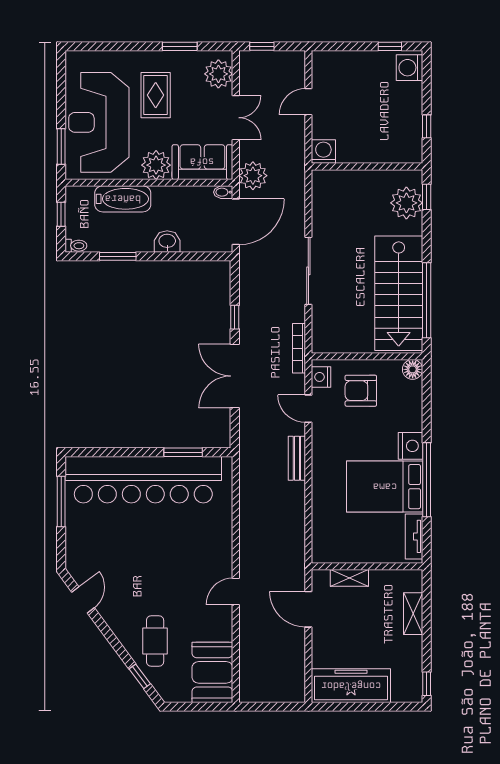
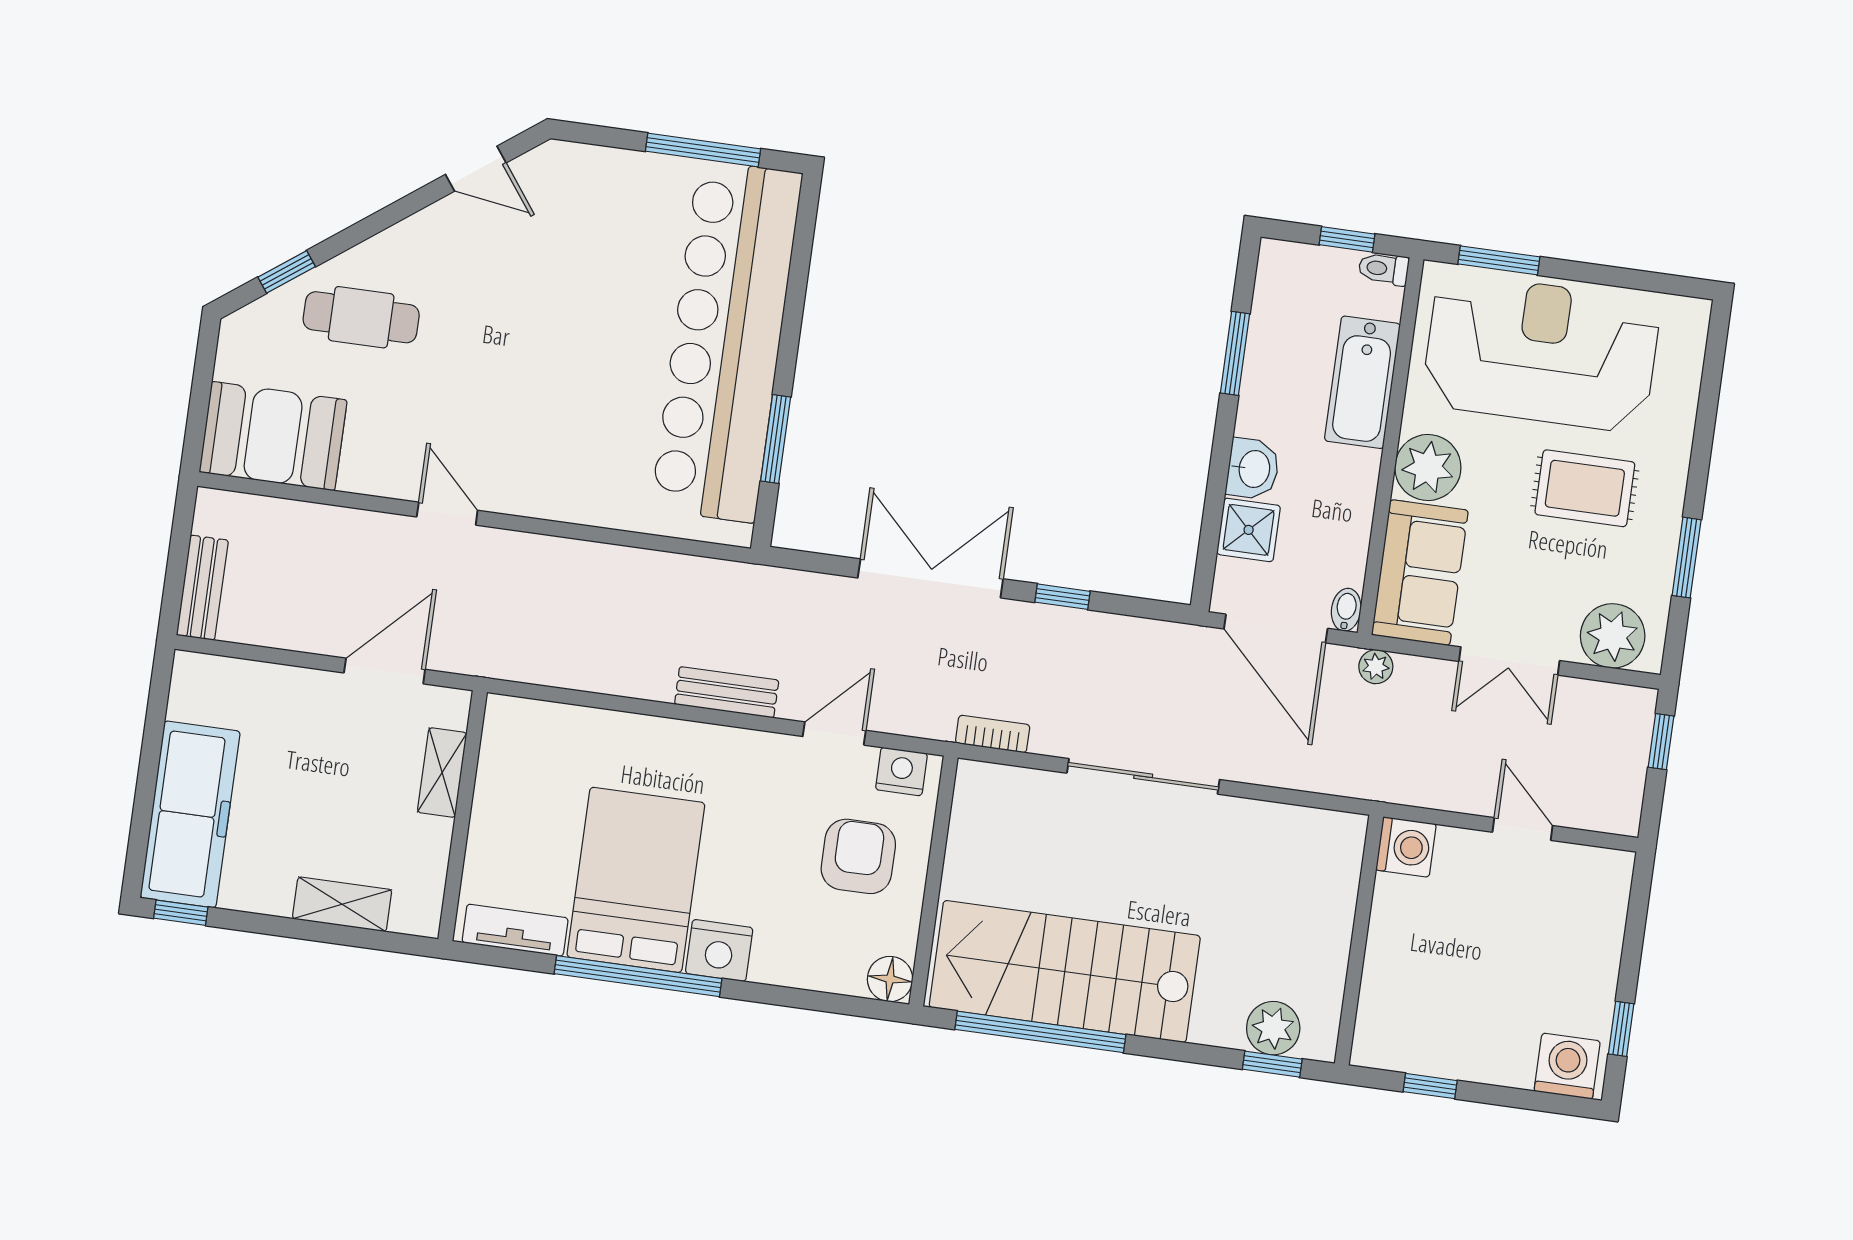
plant: (253, 176) -> (1376, 667), width x0.53, depth x0.53
plant: (406, 203) -> (1273, 1028), width x0.73, depth x0.73
shower: (194, 240) -> (1249, 530), added
toilet: (76, 246) -> (1384, 269), moved, turned 90
bookcase: (299, 348) -> (993, 734), width x0.64
freezer: (351, 686) -> (190, 814), moved
bench: (283, 694) -> (202, 588), added

